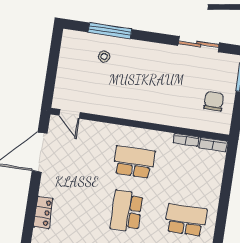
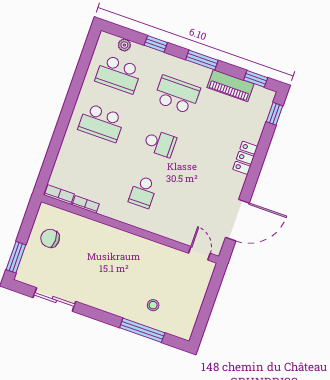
chair: (214, 101) -> (50, 238), turned 90
school desk: (134, 162) -> (143, 192), width x0.54
school desk: (127, 211) -> (160, 143), width x0.54

